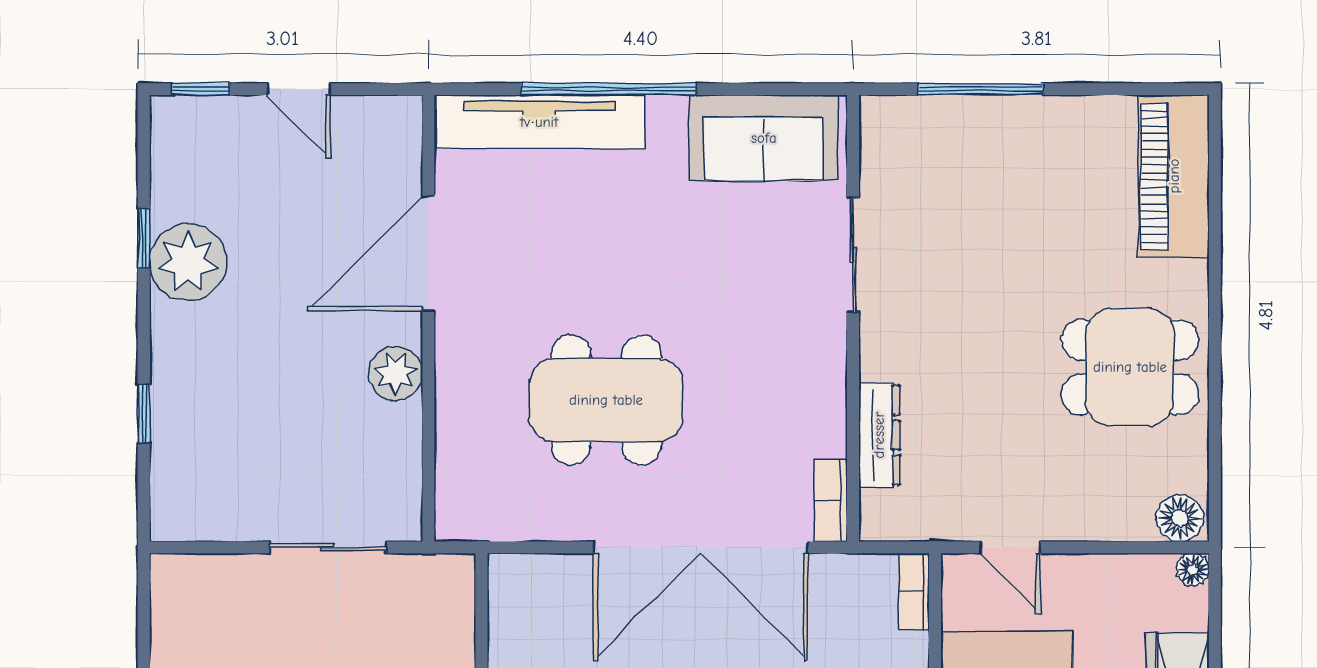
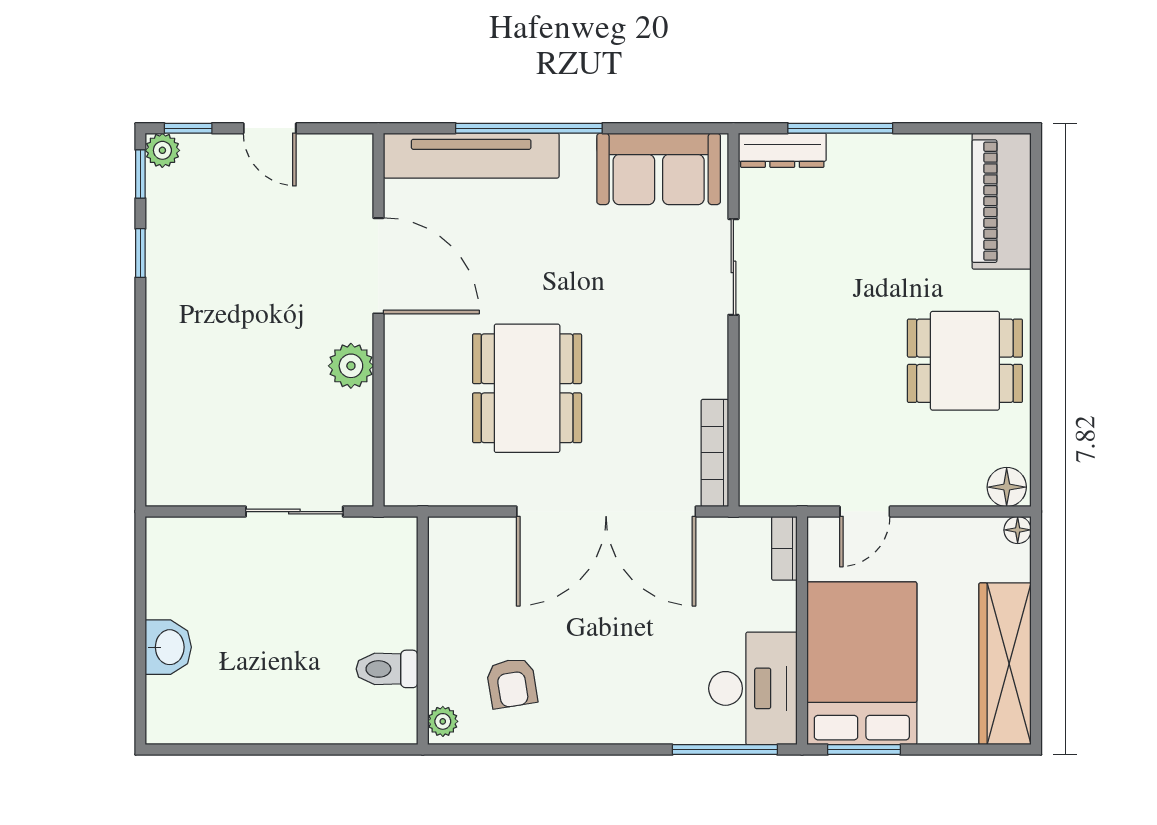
door: (428, 254) -> (378, 266), swing flipped
plant: (188, 262) -> (162, 150), moved, width x0.53, depth x0.53
dining table: (606, 400) -> (527, 388), turned 90
window: (144, 414) -> (140, 174), moved
dresser: (879, 435) -> (782, 150), moved, turned 90
bookcase: (831, 501) -> (715, 453), width x1.56
door: (1010, 547) -> (865, 512), hinge flipped

